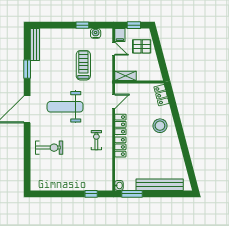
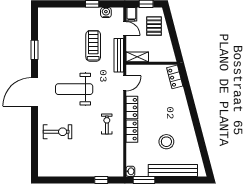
bench: (35, 44) -> (119, 55), moved
pallet: (142, 46) -> (154, 26), turned 90
stool: (160, 126) -> (166, 142), moved

